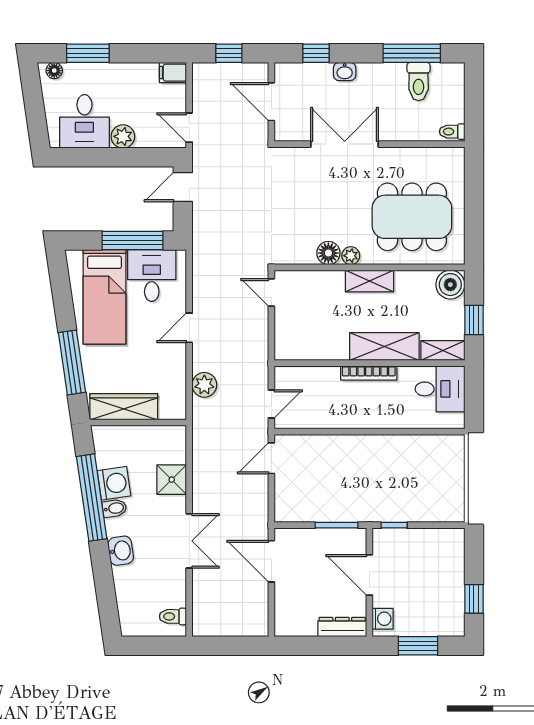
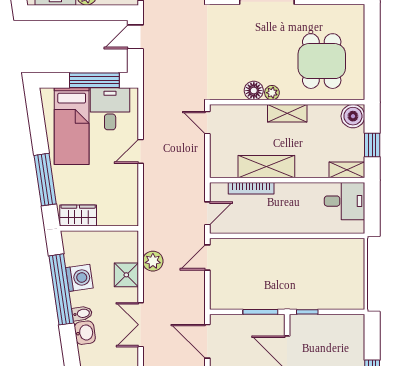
dining table: (412, 217) -> (322, 61), width x0.73
shelving: (384, 347) -> (266, 167), moved
bookcase: (369, 373) -> (251, 188), moved
plant: (204, 385) -> (153, 261), moved
wardrobe: (124, 407) -> (78, 216), width x0.67
bidet: (114, 508) -> (82, 313), moved
double door: (189, 541) -> (141, 325), swing flipped

